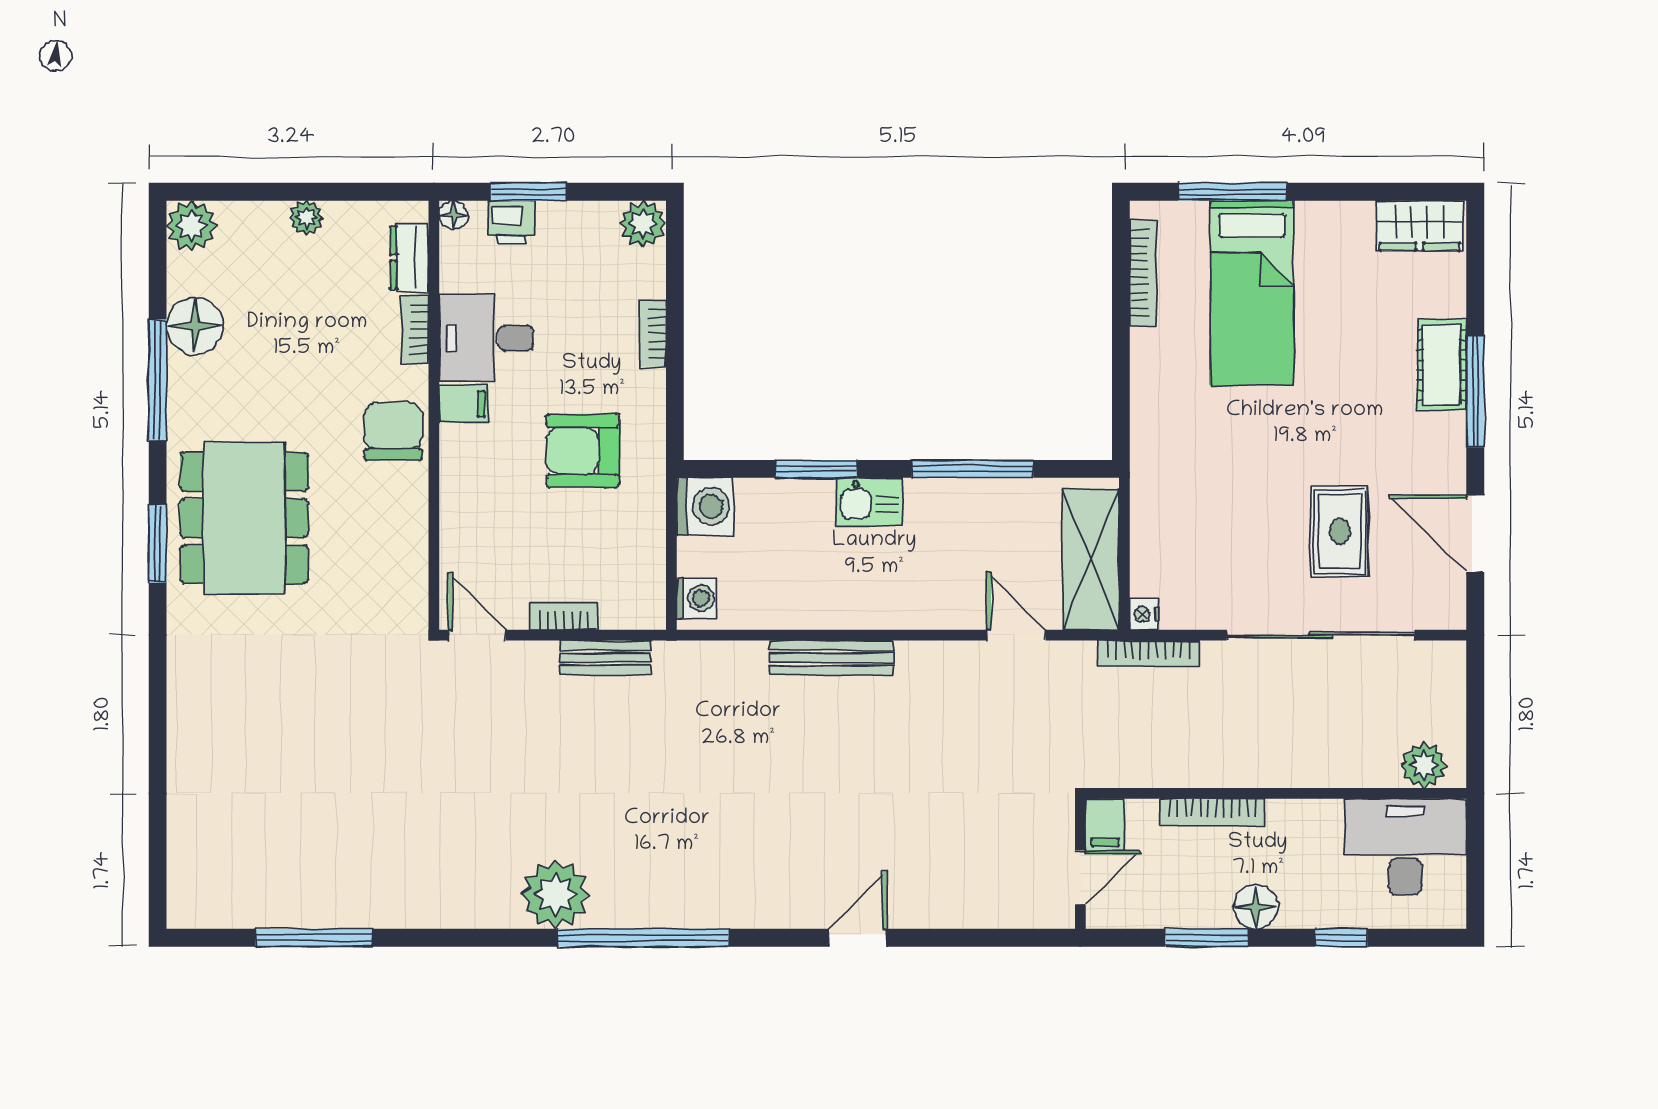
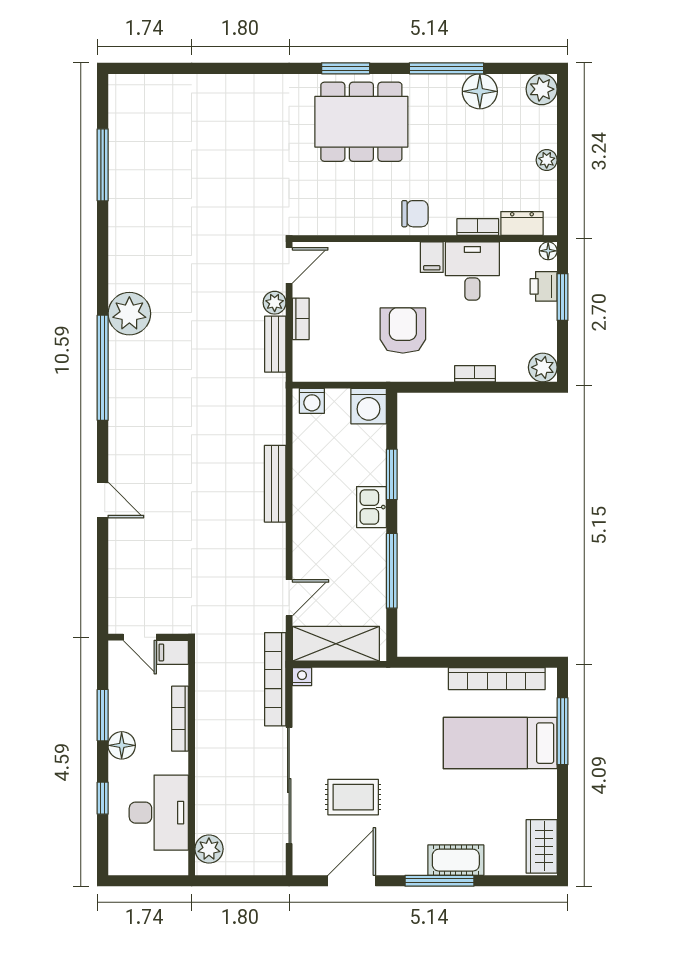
bookcase: (1143, 273) -> (497, 679), width x1.48, depth x1.31
chair: (393, 431) -> (415, 214), width x0.73, depth x0.73
bookcase: (1149, 653) -> (275, 679), width x1.48, depth x1.31
plant: (538, 659) -> (275, 303), added
desk: (1405, 847) -> (159, 813), moved

